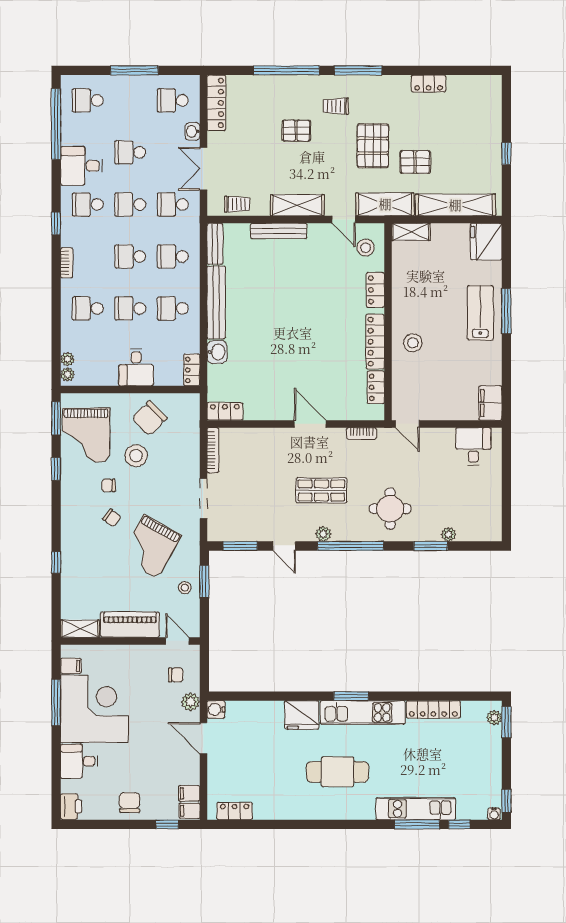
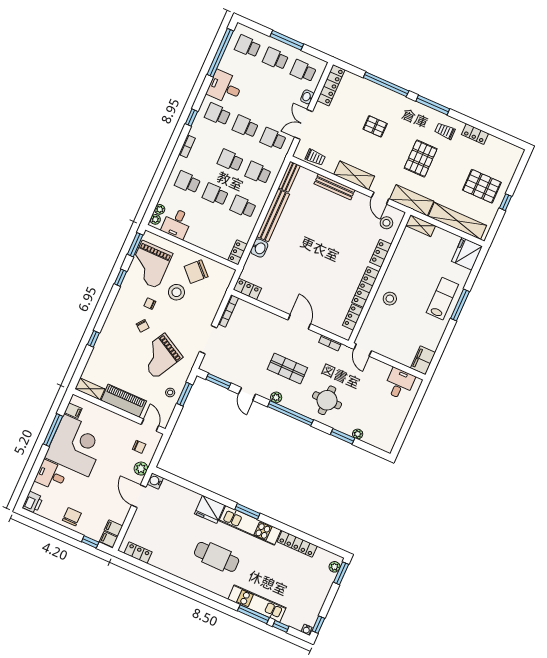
trolley: (336, 106) -> (445, 131), moved
school desk: (130, 152) -> (275, 59), moved
pallet: (415, 162) -> (482, 186), moved, width x1.50, depth x1.42
desk: (136, 367) -> (177, 223), moved

